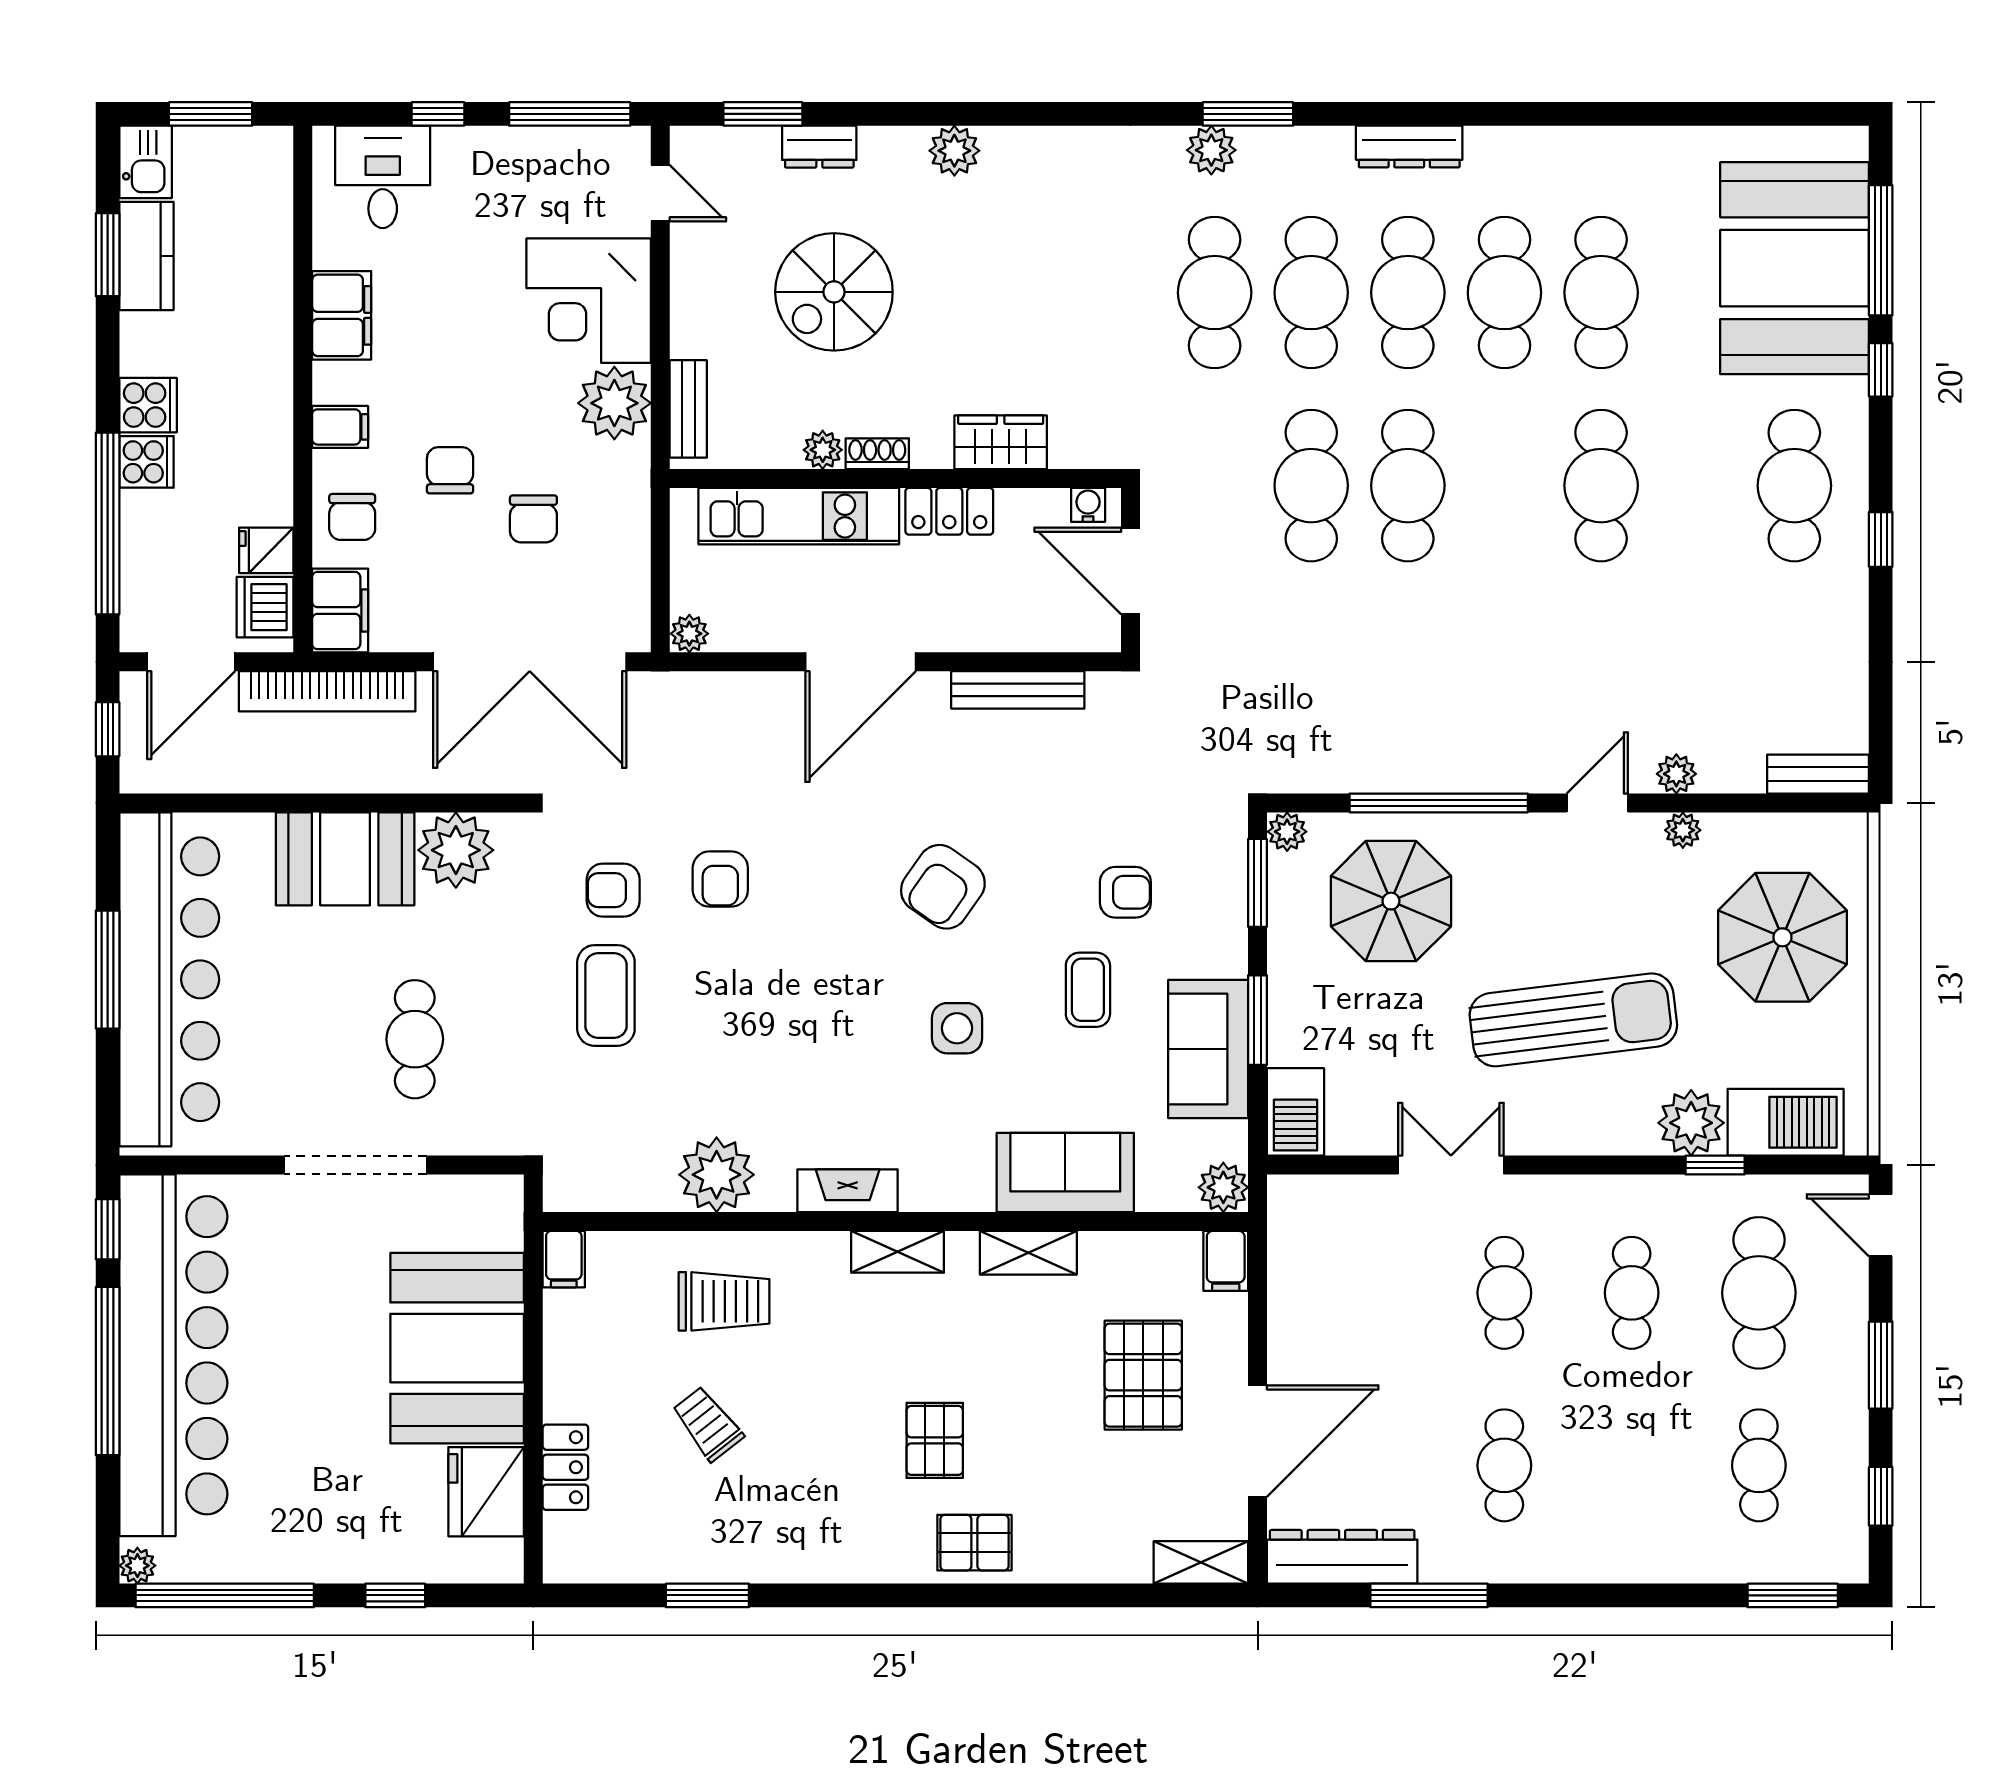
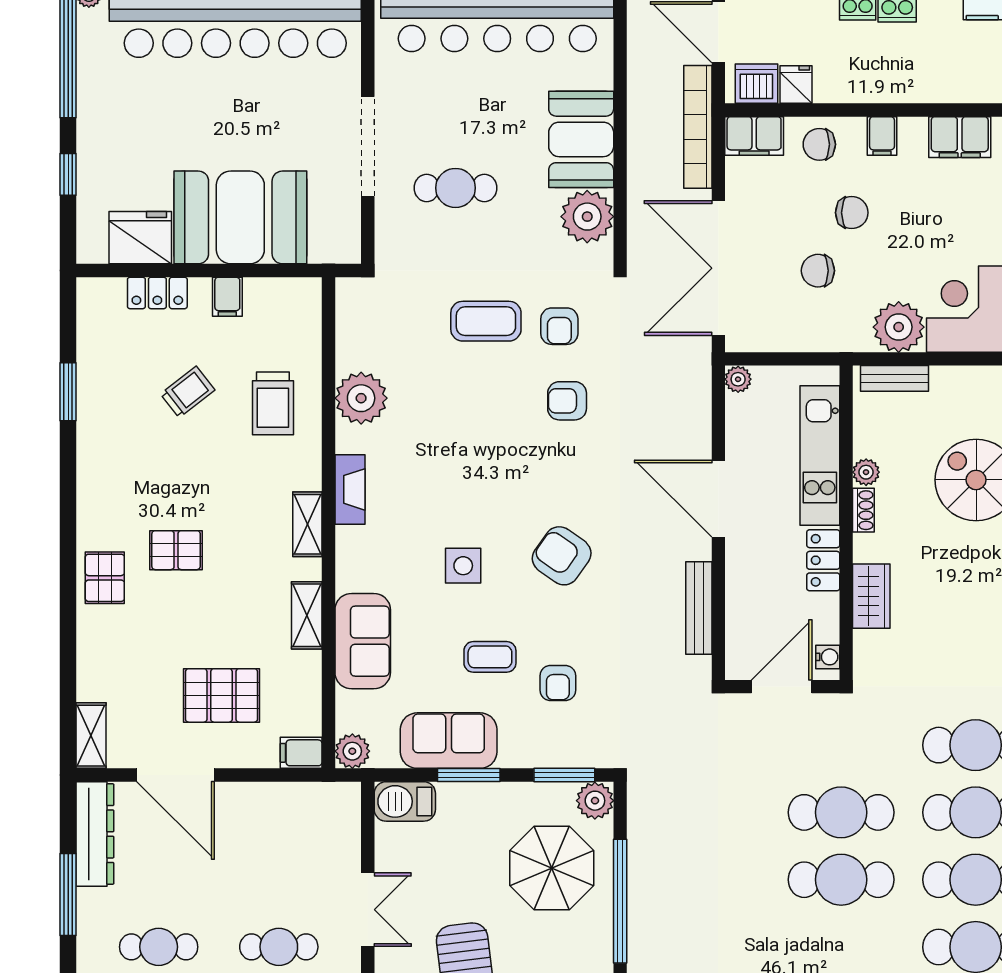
plant: (1287, 832) -> (595, 801), width x1.38, depth x1.38
armchair: (613, 890) -> (559, 326), turned 180
filing cabinet: (564, 1259) -> (227, 297), moved, turned -90

